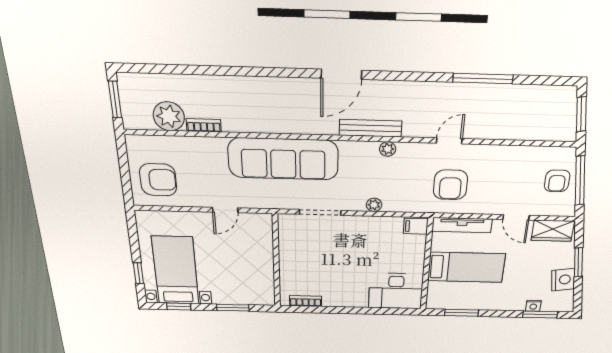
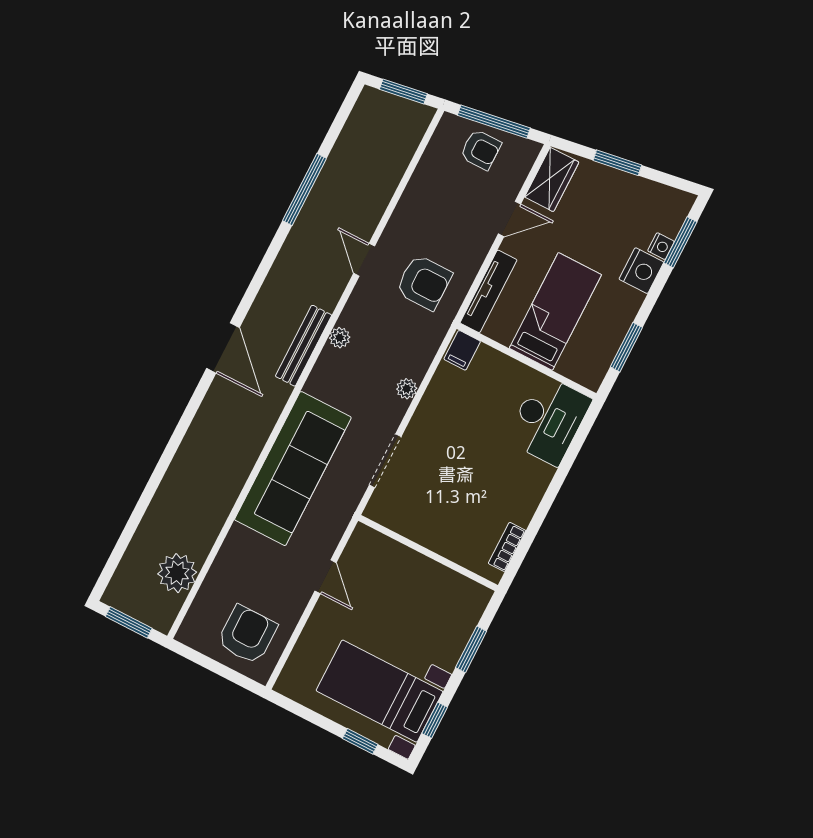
bookcase: (204, 125) -> (207, 539), removed
nightstand: (563, 280) -> (641, 271), moved, turned 99

